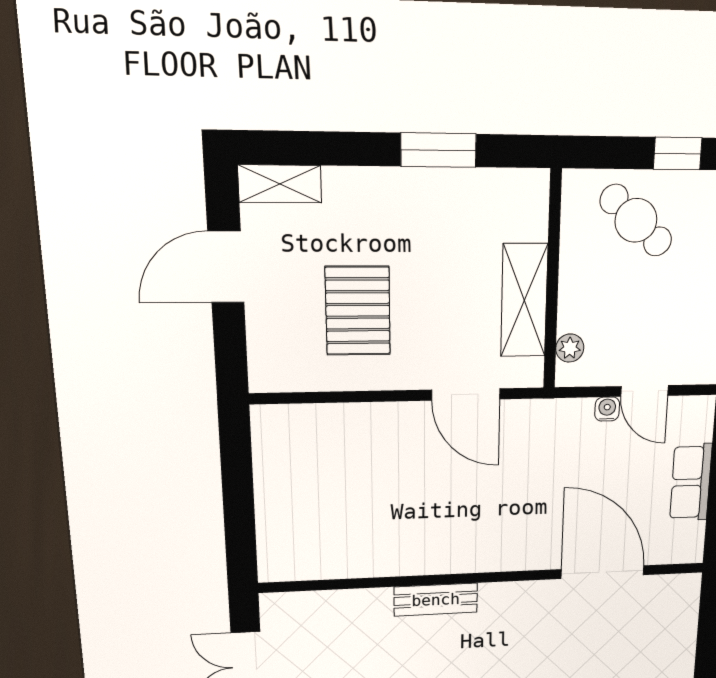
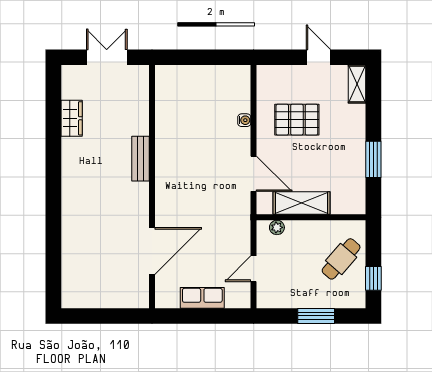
door: (226, 267) -> (318, 57), width x0.73
door: (466, 394) -> (254, 174), swing flipped
water cooler: (607, 409) -> (244, 120), moved

